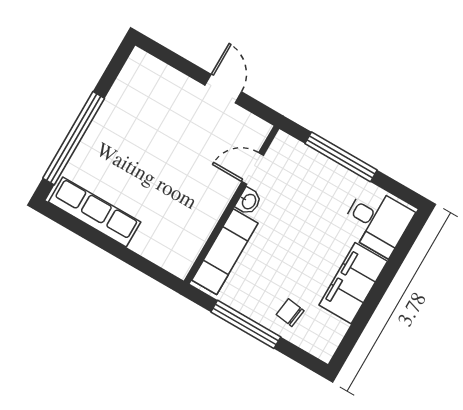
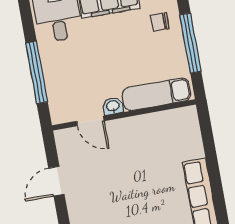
chair: (290, 313) -> (160, 22), turned 82

